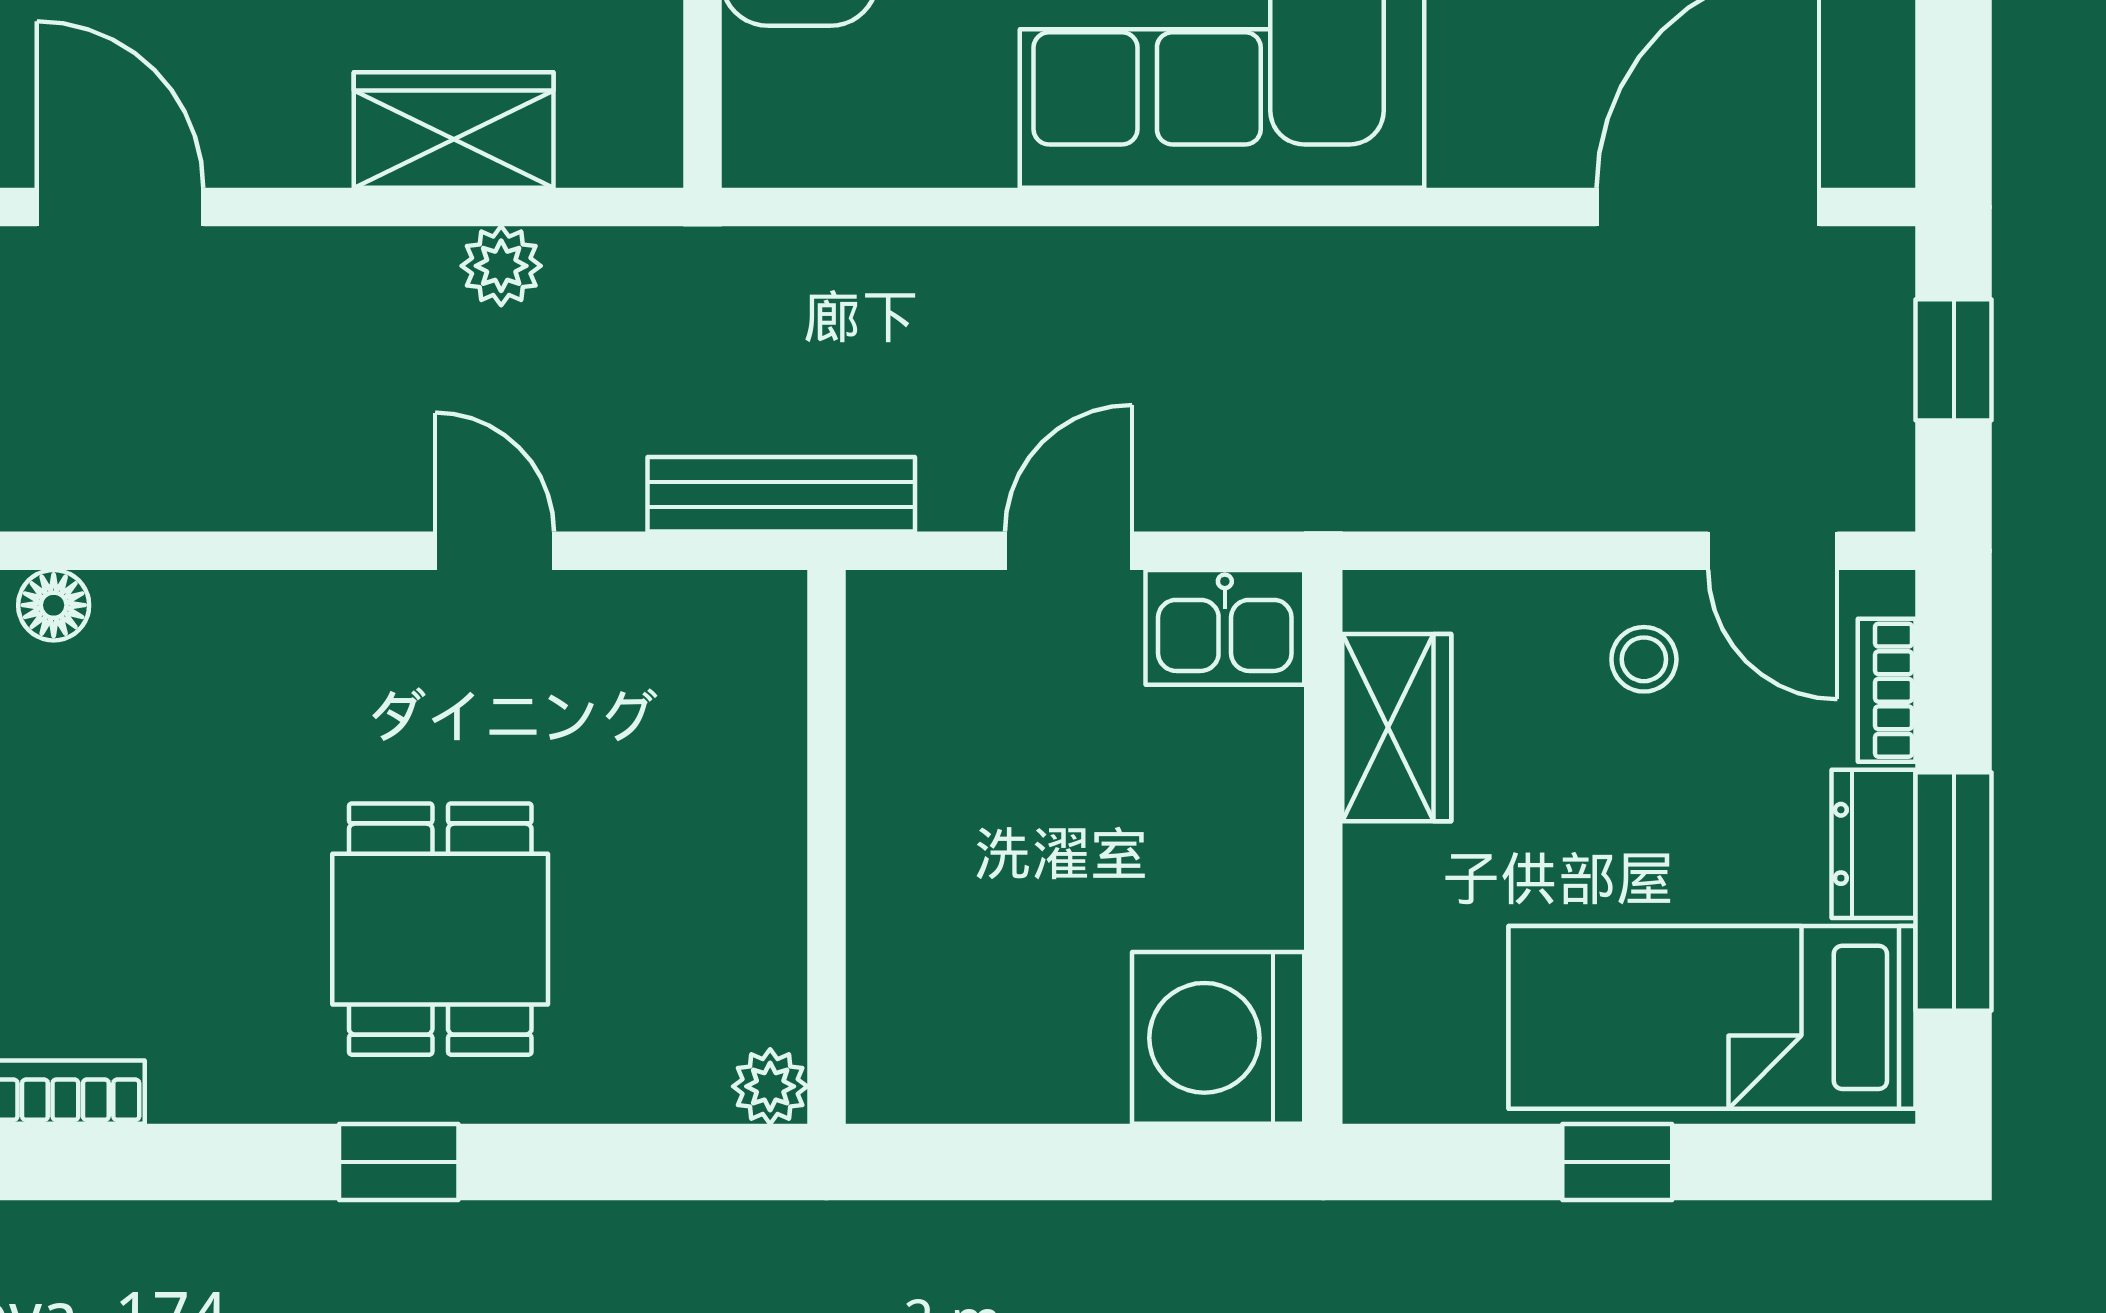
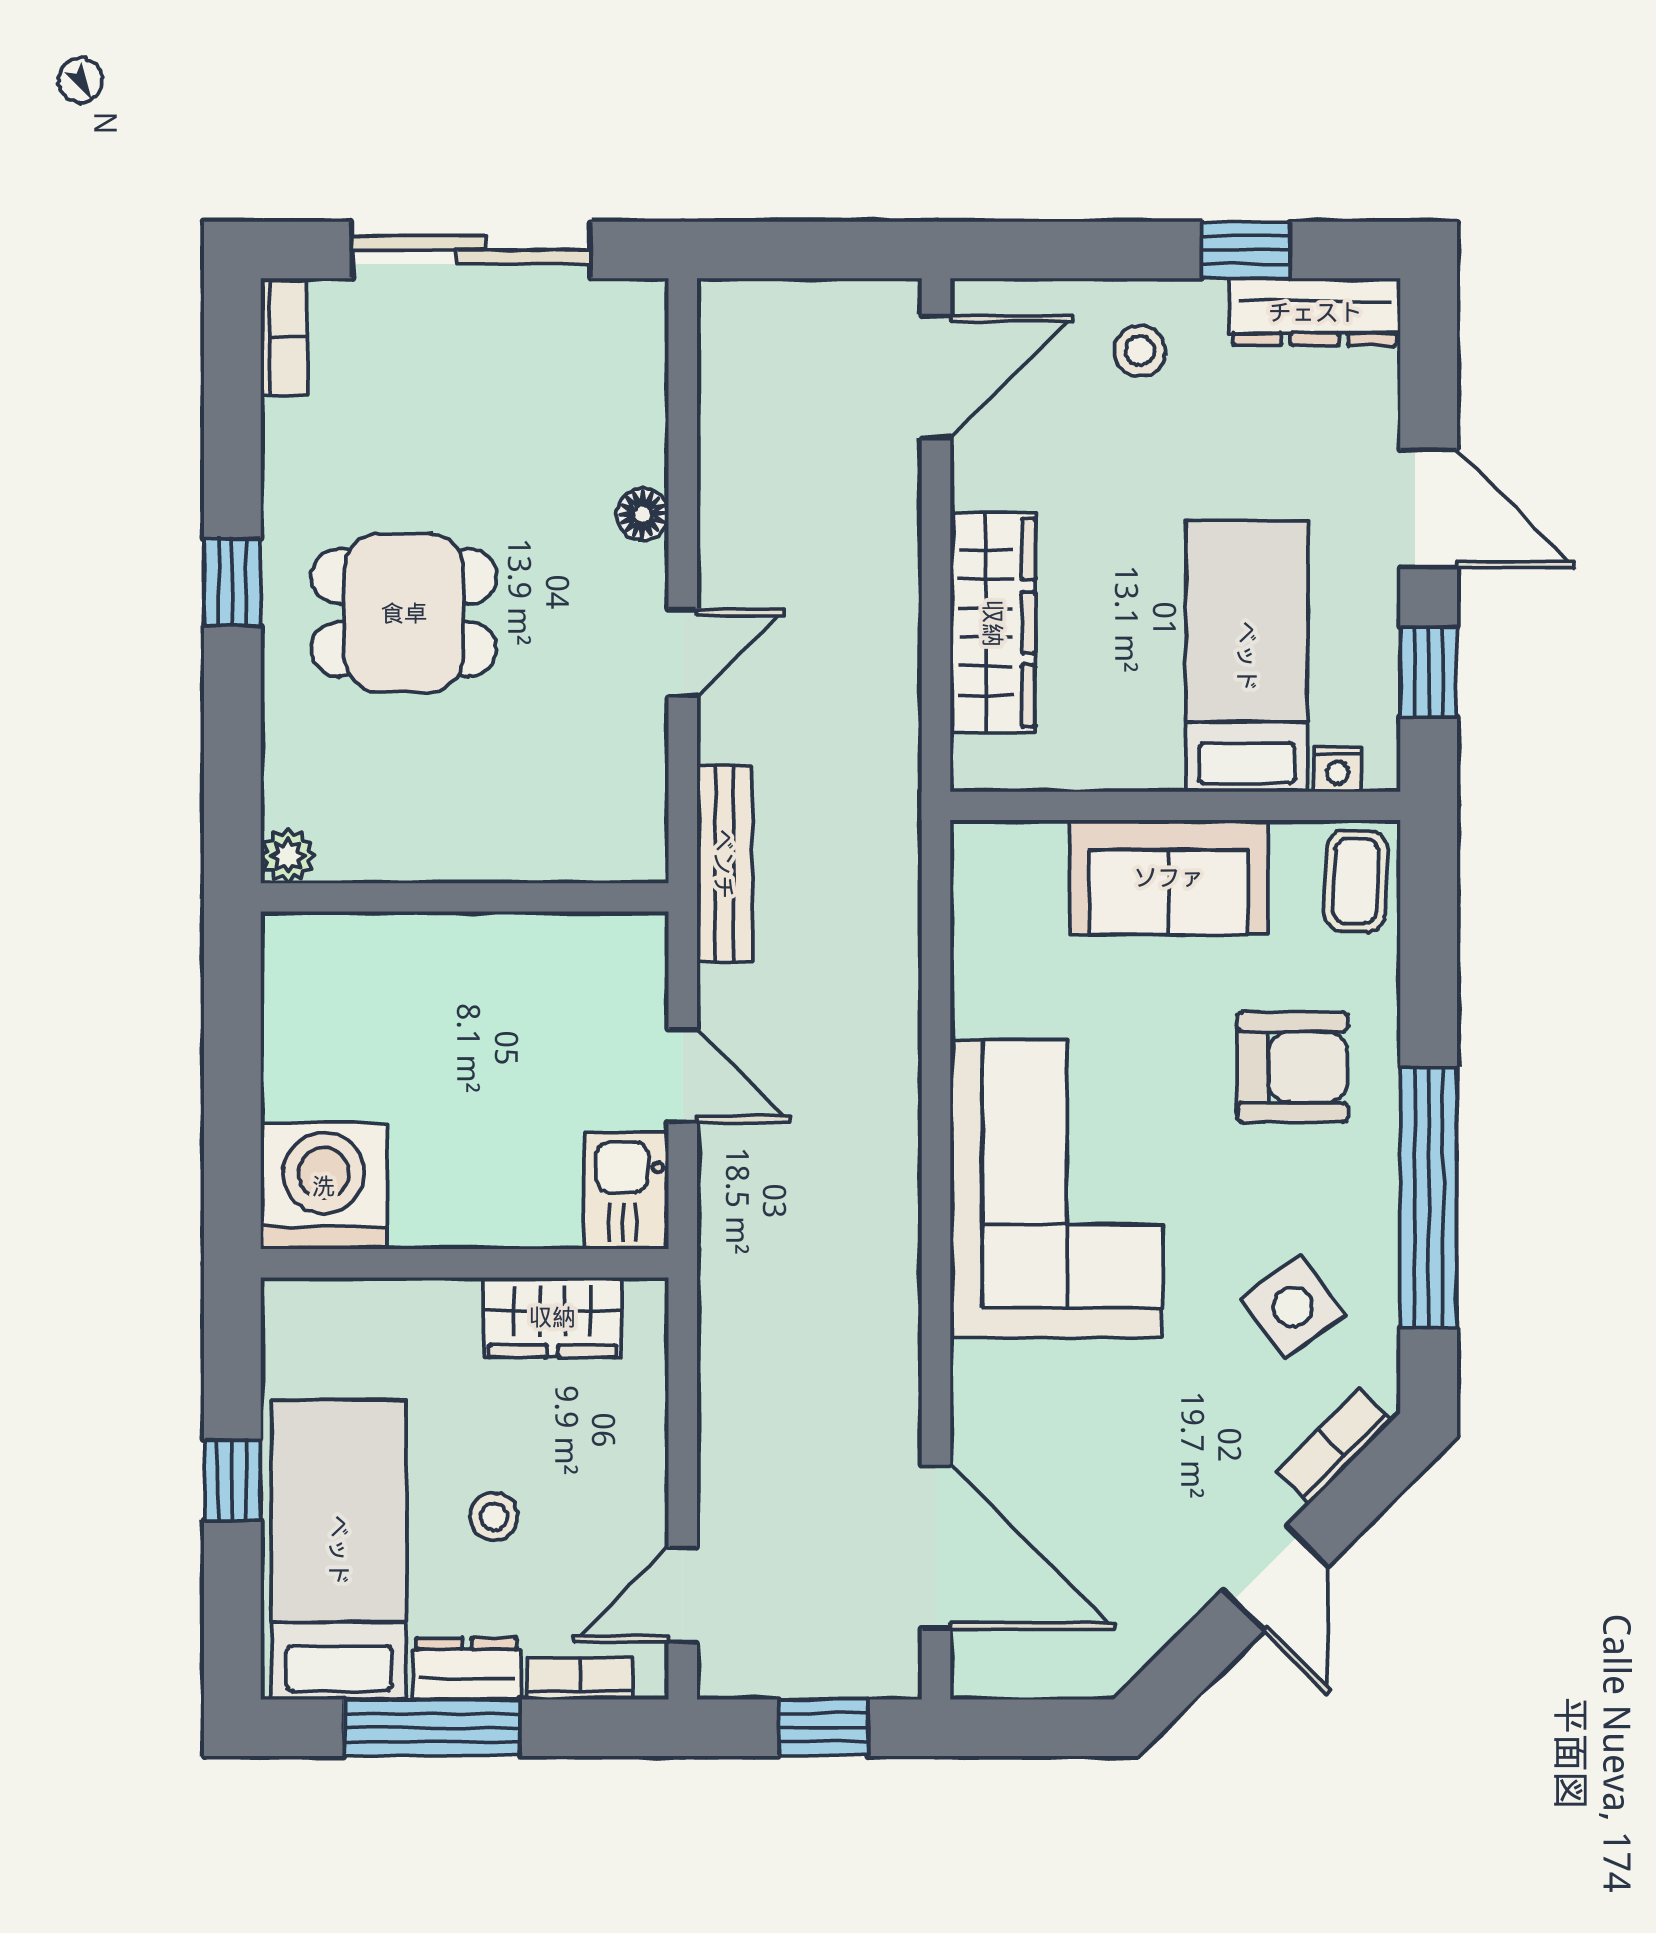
wardrobe: (454, 130) -> (993, 623), width x1.50
plant: (501, 266) -> (893, 658), removed
floor lamp: (54, 605) -> (643, 514), moved
stool: (1644, 659) -> (494, 1517), moved

